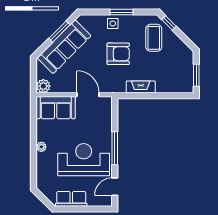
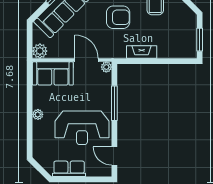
plant: (107, 101) -> (106, 67), added
window: (115, 148) -> (114, 103), moved
reception desk: (84, 160) -> (82, 128), turned 180
door: (115, 187) -> (114, 156), hinge flipped

